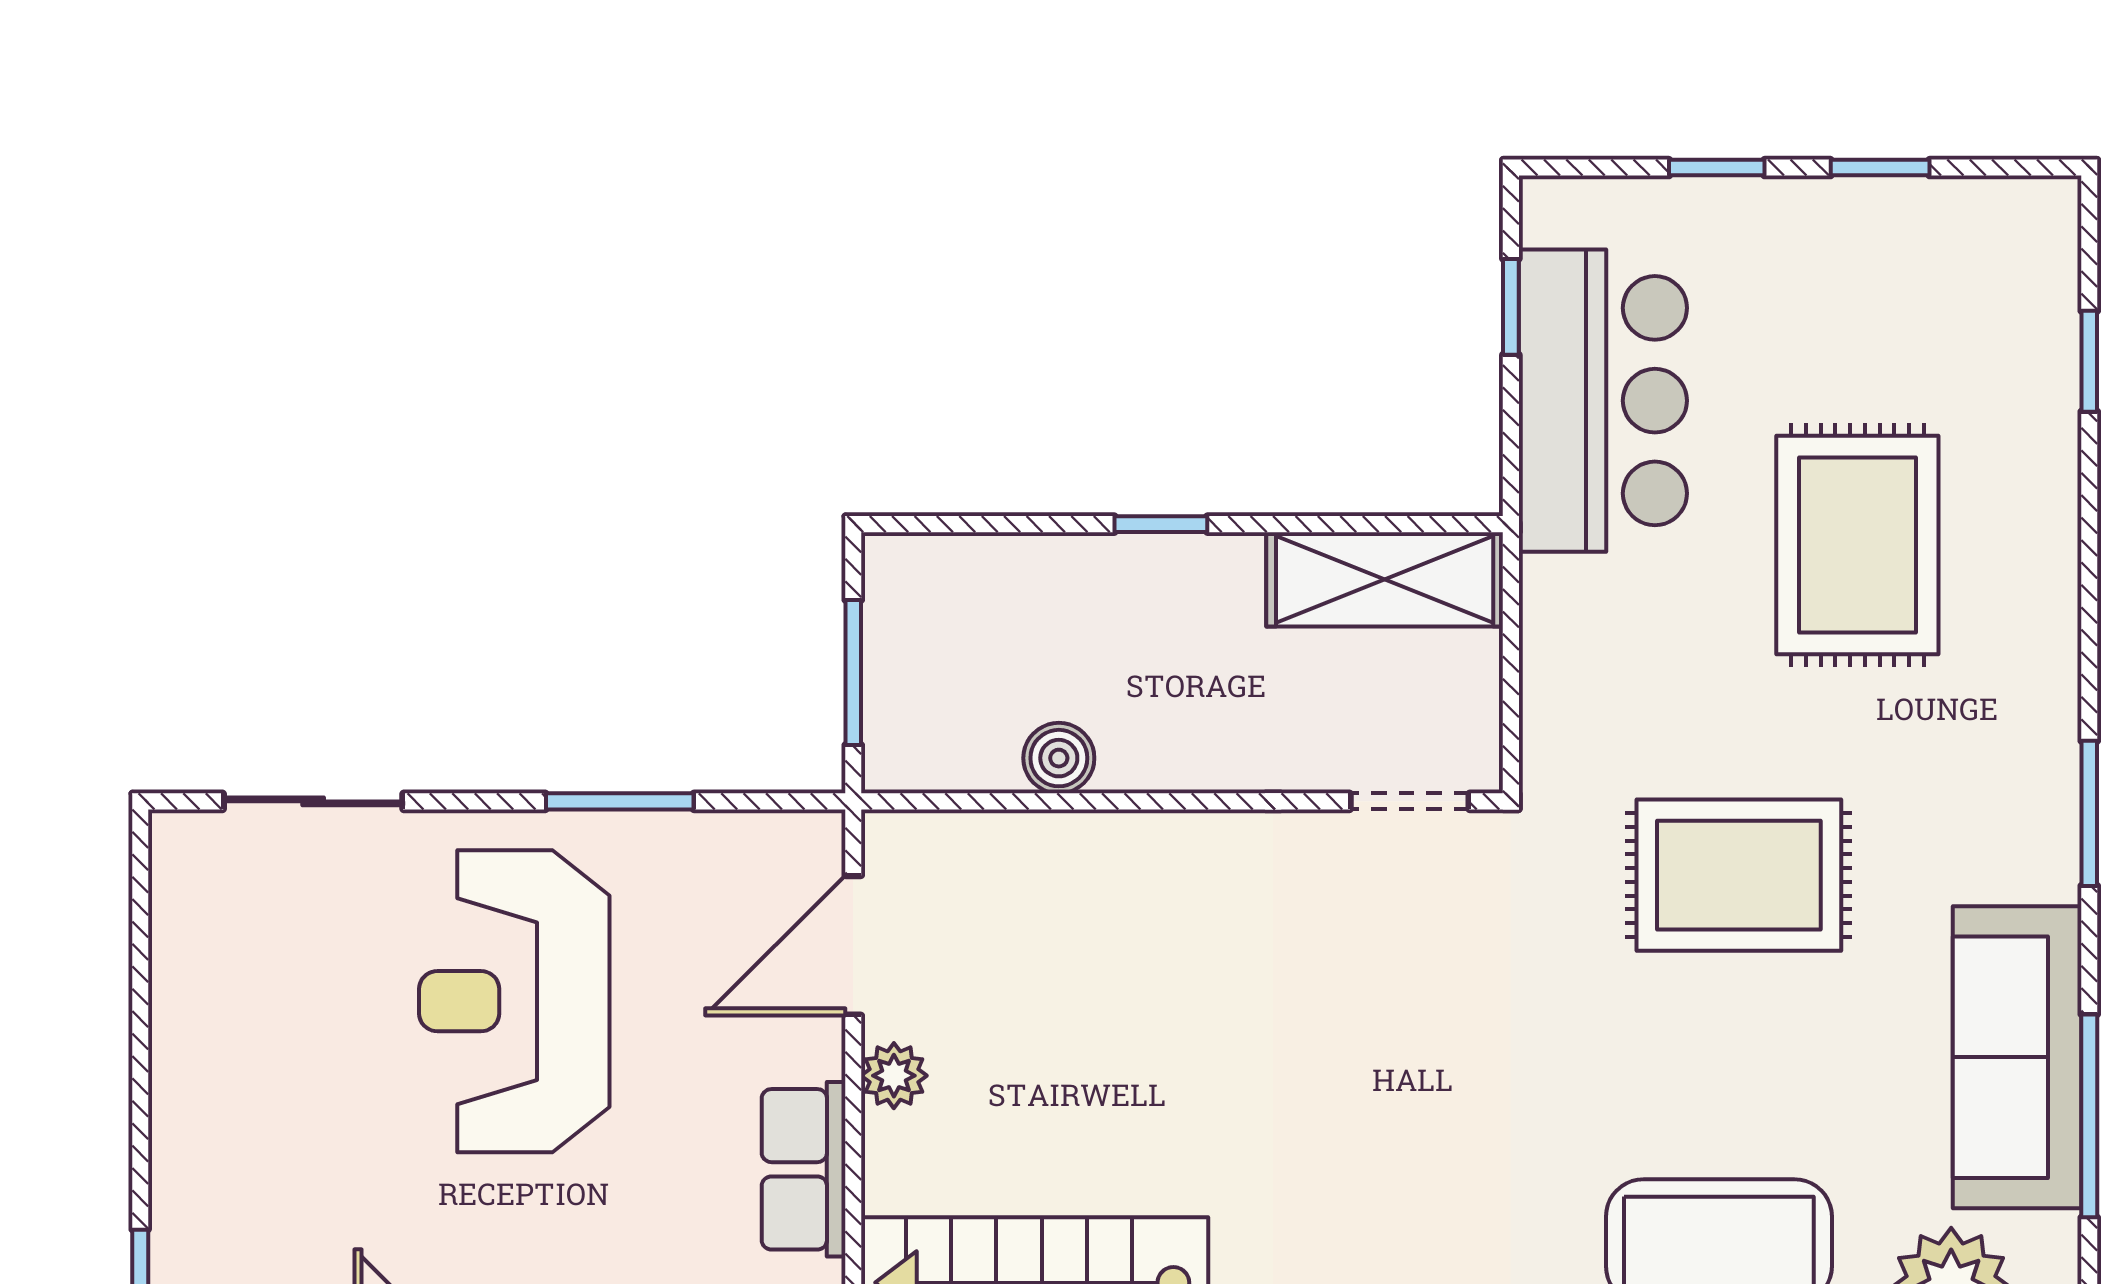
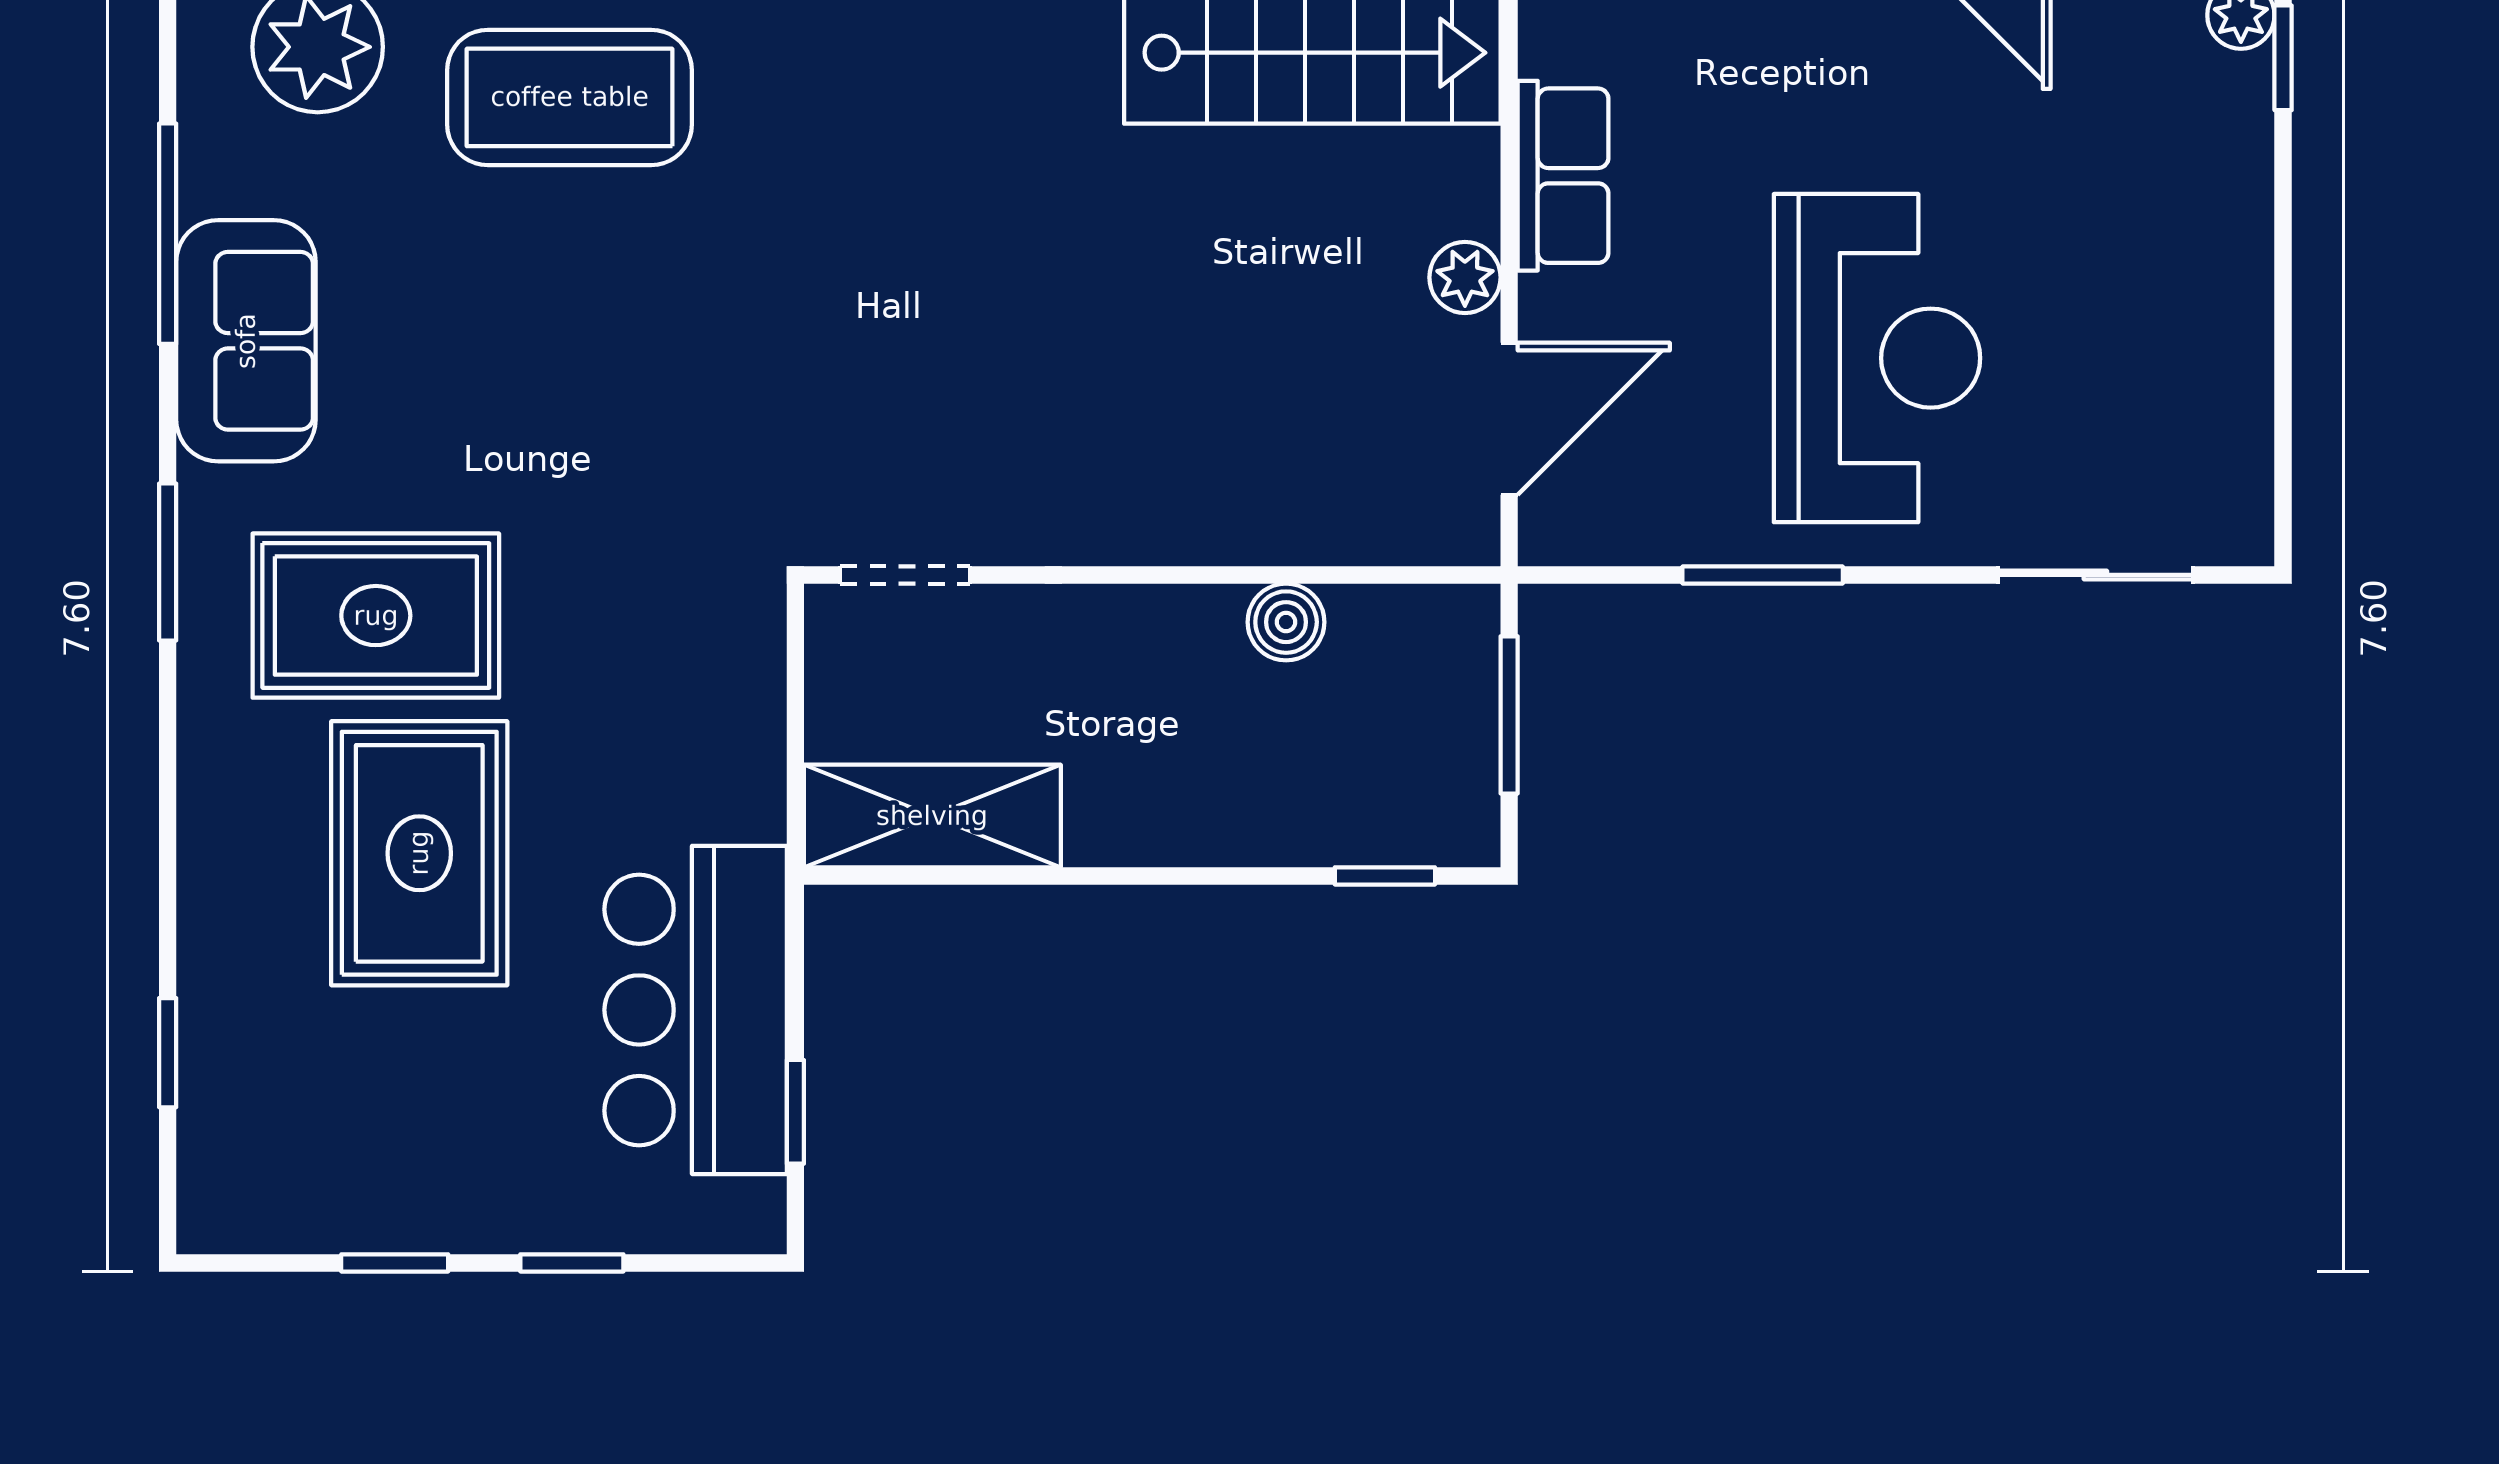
window: (1161, 524) -> (1385, 876), moved
rug: (1739, 875) -> (376, 616), moved
sofa: (2017, 1057) -> (246, 341), width x0.73

